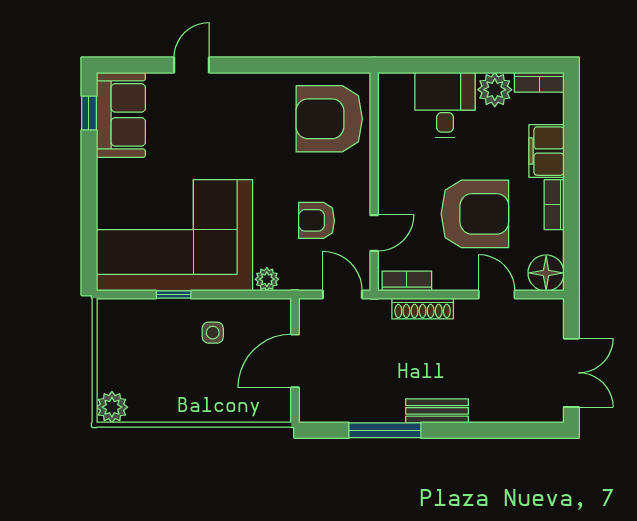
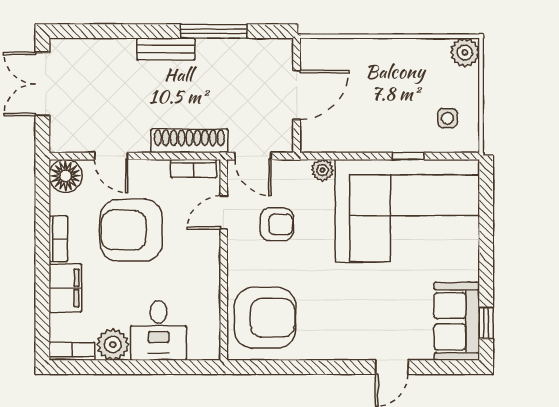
shoe rack: (423, 308) -> (189, 141), width x1.36, depth x1.24
side table: (213, 333) -> (448, 118), moved

